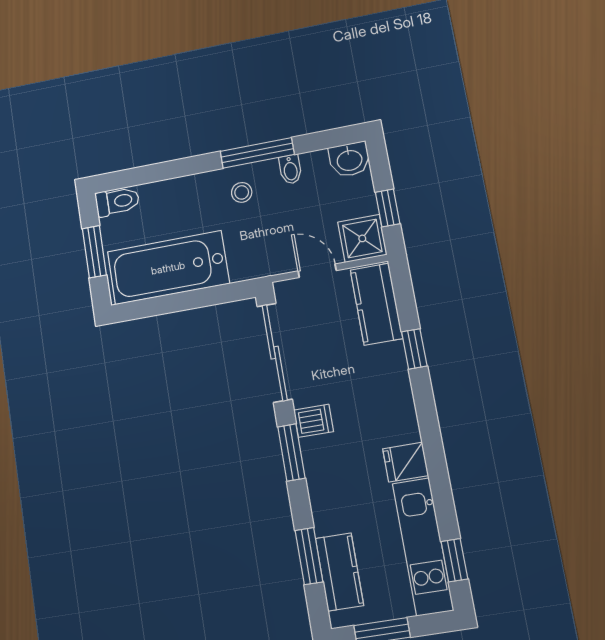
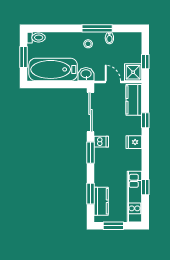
washbasin: (349, 160) -> (86, 74), moved, turned 180
fridge: (406, 462) -> (134, 142), moved
window: (454, 560) -> (145, 187), moved

